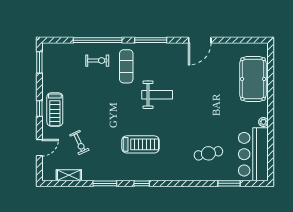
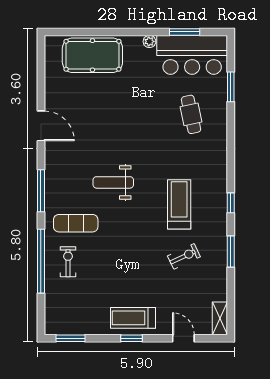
weight bench: (157, 95) -> (113, 182), turned -90
treadmill: (55, 110) -> (133, 318), turned 180
exercise bike: (79, 143) -> (184, 256), moved
window: (271, 149) -> (185, 32), added
shelving: (69, 175) -> (220, 318), moved

